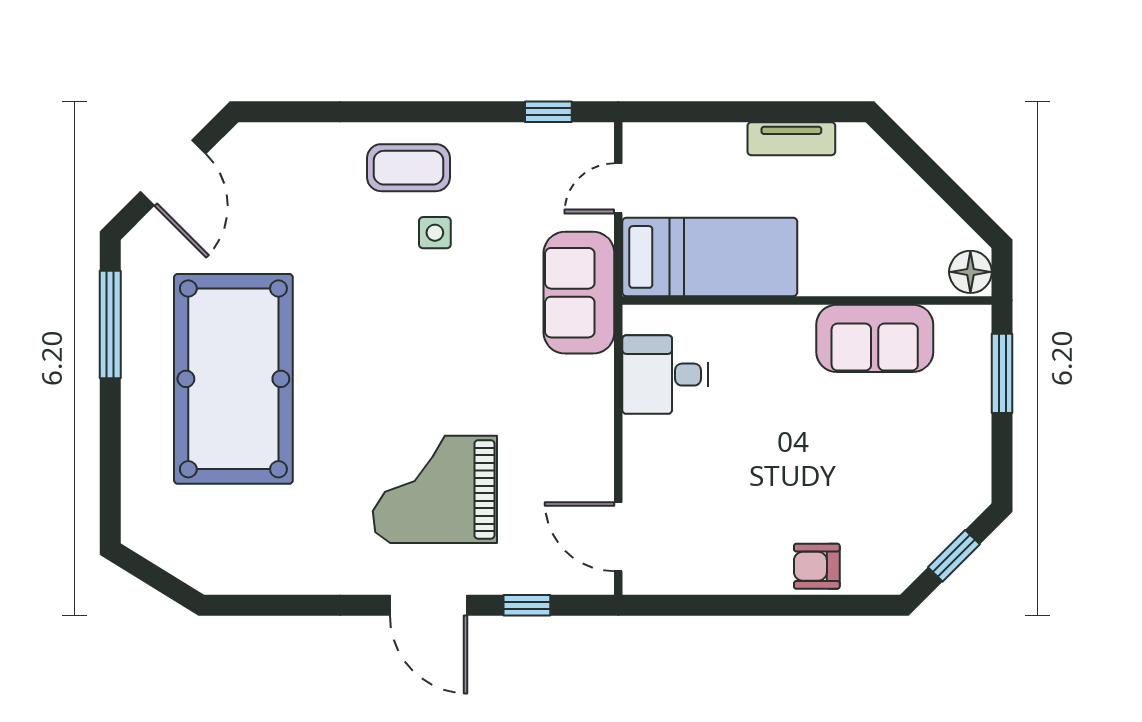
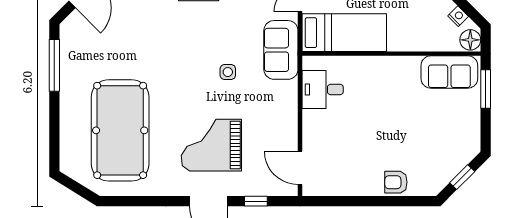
nightstand: (945, 223) -> (458, 16), added
side table: (435, 233) -> (228, 72), moved
sofa: (875, 338) -> (449, 72), moved
pool table: (233, 379) -> (120, 130), moved

